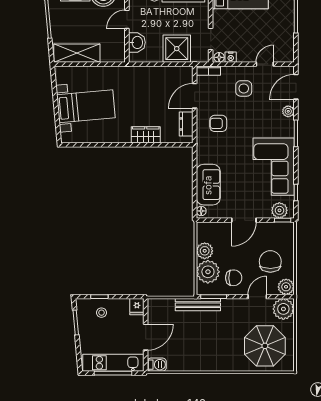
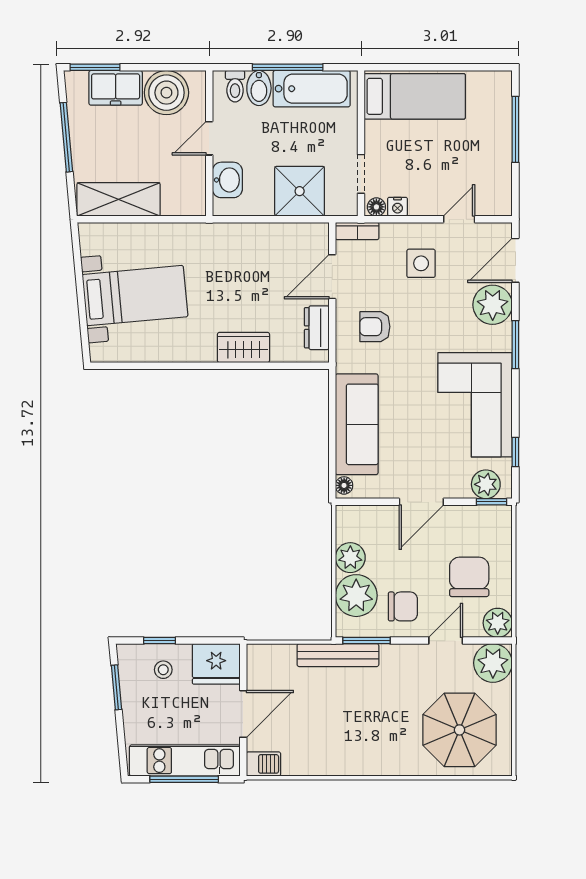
plant: (288, 111) -> (493, 305), width x1.87, depth x1.87
sofa: (208, 185) -> (357, 424), width x1.36
fridge: (137, 307) -> (216, 664), width x1.88, depth x1.34

